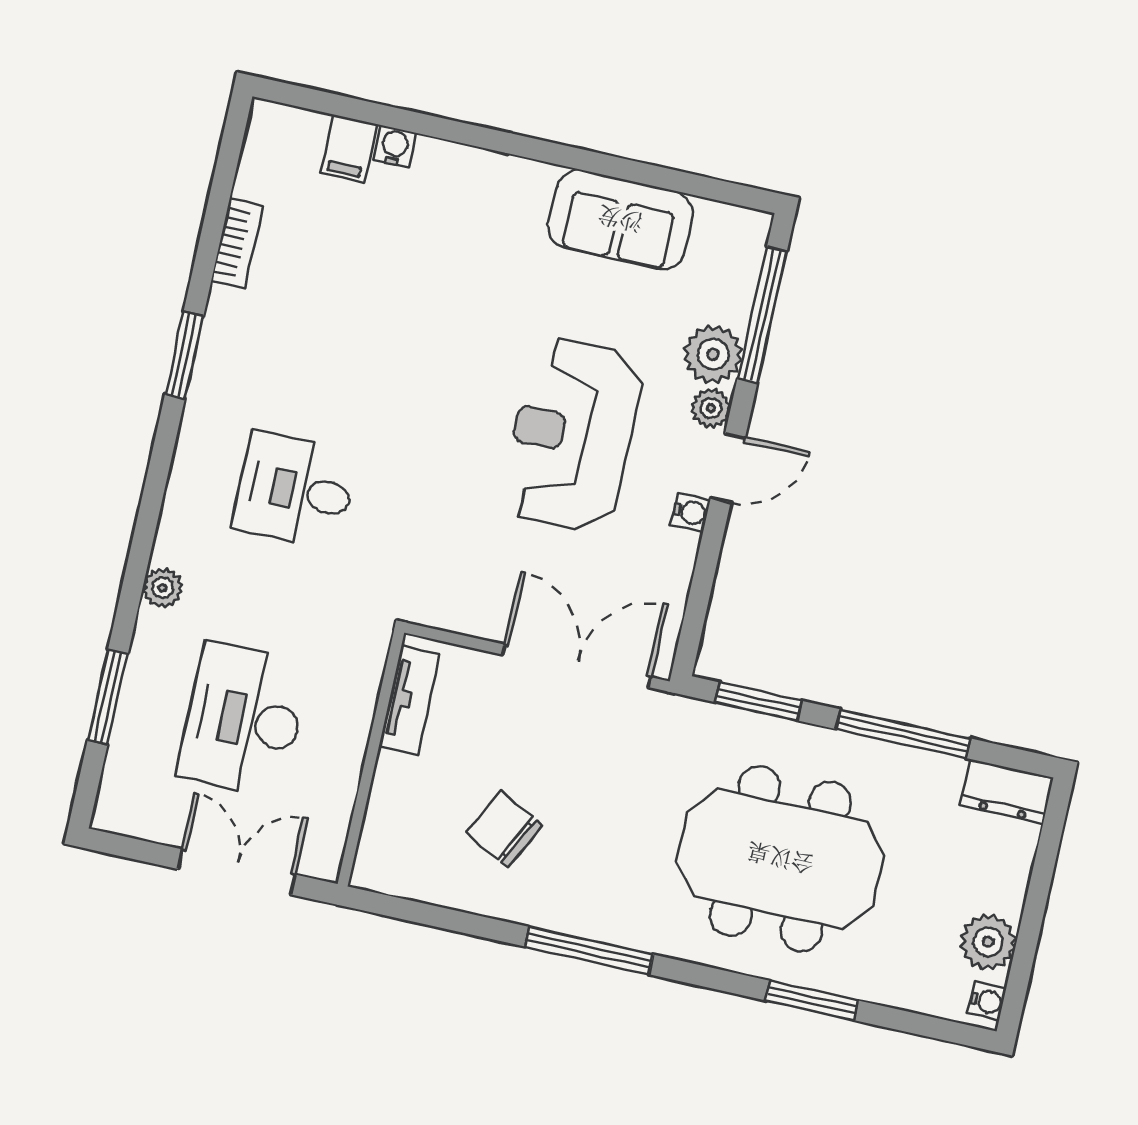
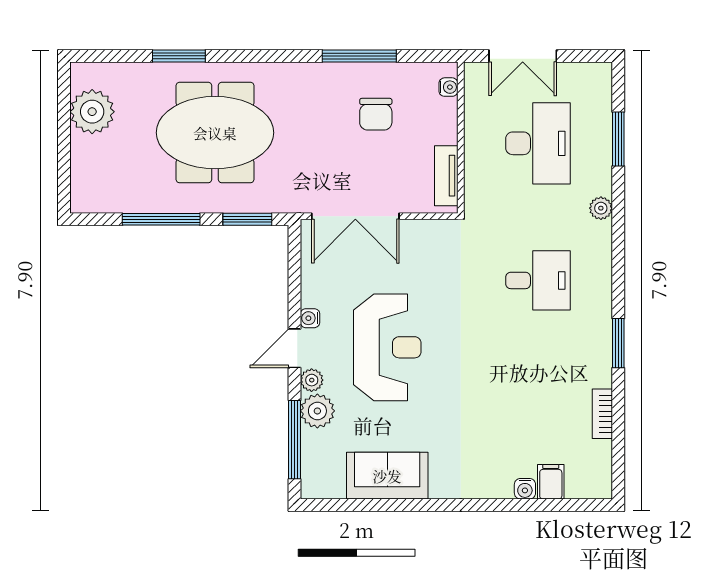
dresser: (1007, 792) -> (95, 199), removed
chair: (504, 829) -> (376, 114), turned 63
plant: (988, 942) -> (92, 112), width x1.36, depth x1.36
window: (589, 951) -> (359, 56), moved
water cooler: (987, 1001) -> (448, 87), moved, turned 180

